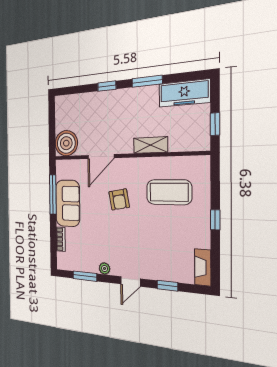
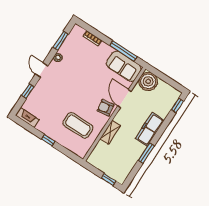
window: (107, 86) -> (177, 105), moved
freezer: (184, 93) -> (150, 129), moved
window: (215, 124) -> (109, 180), moved
coffee table: (169, 192) -> (78, 125), turned 90
armchair: (119, 199) -> (105, 108), moved
sofa: (68, 203) -> (124, 66), moved

